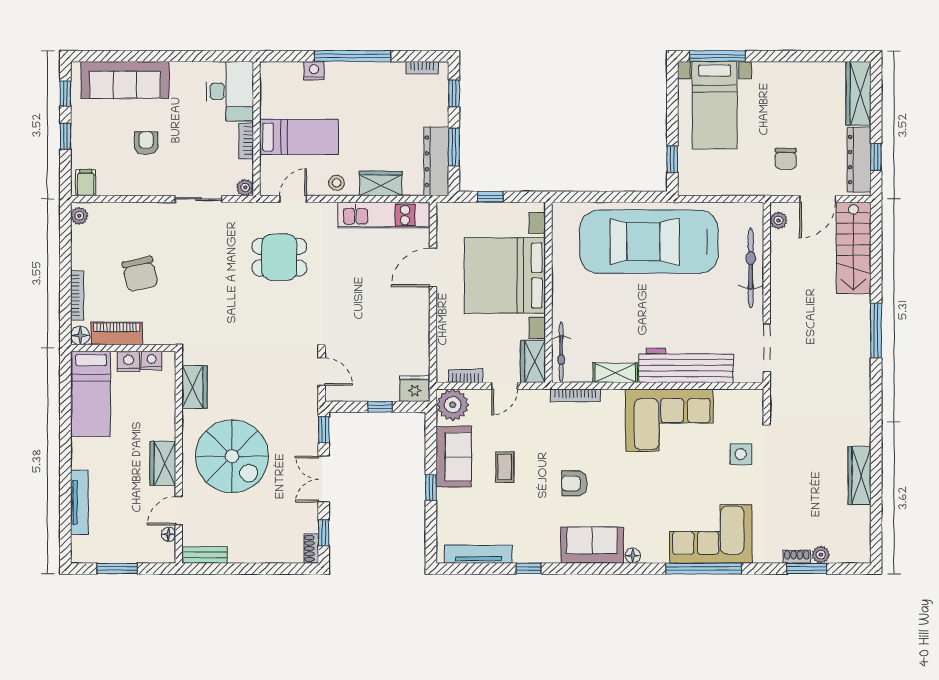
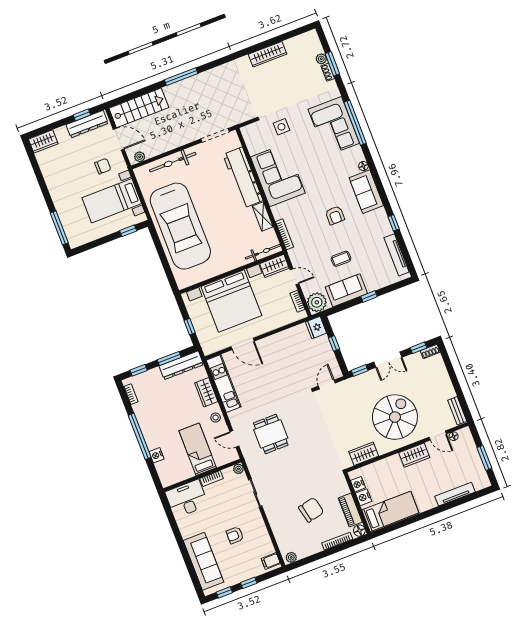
wardrobe: (858, 93) -> (43, 141), width x0.67
bed with nightstands: (715, 105) -> (112, 201), moved, turned 180

